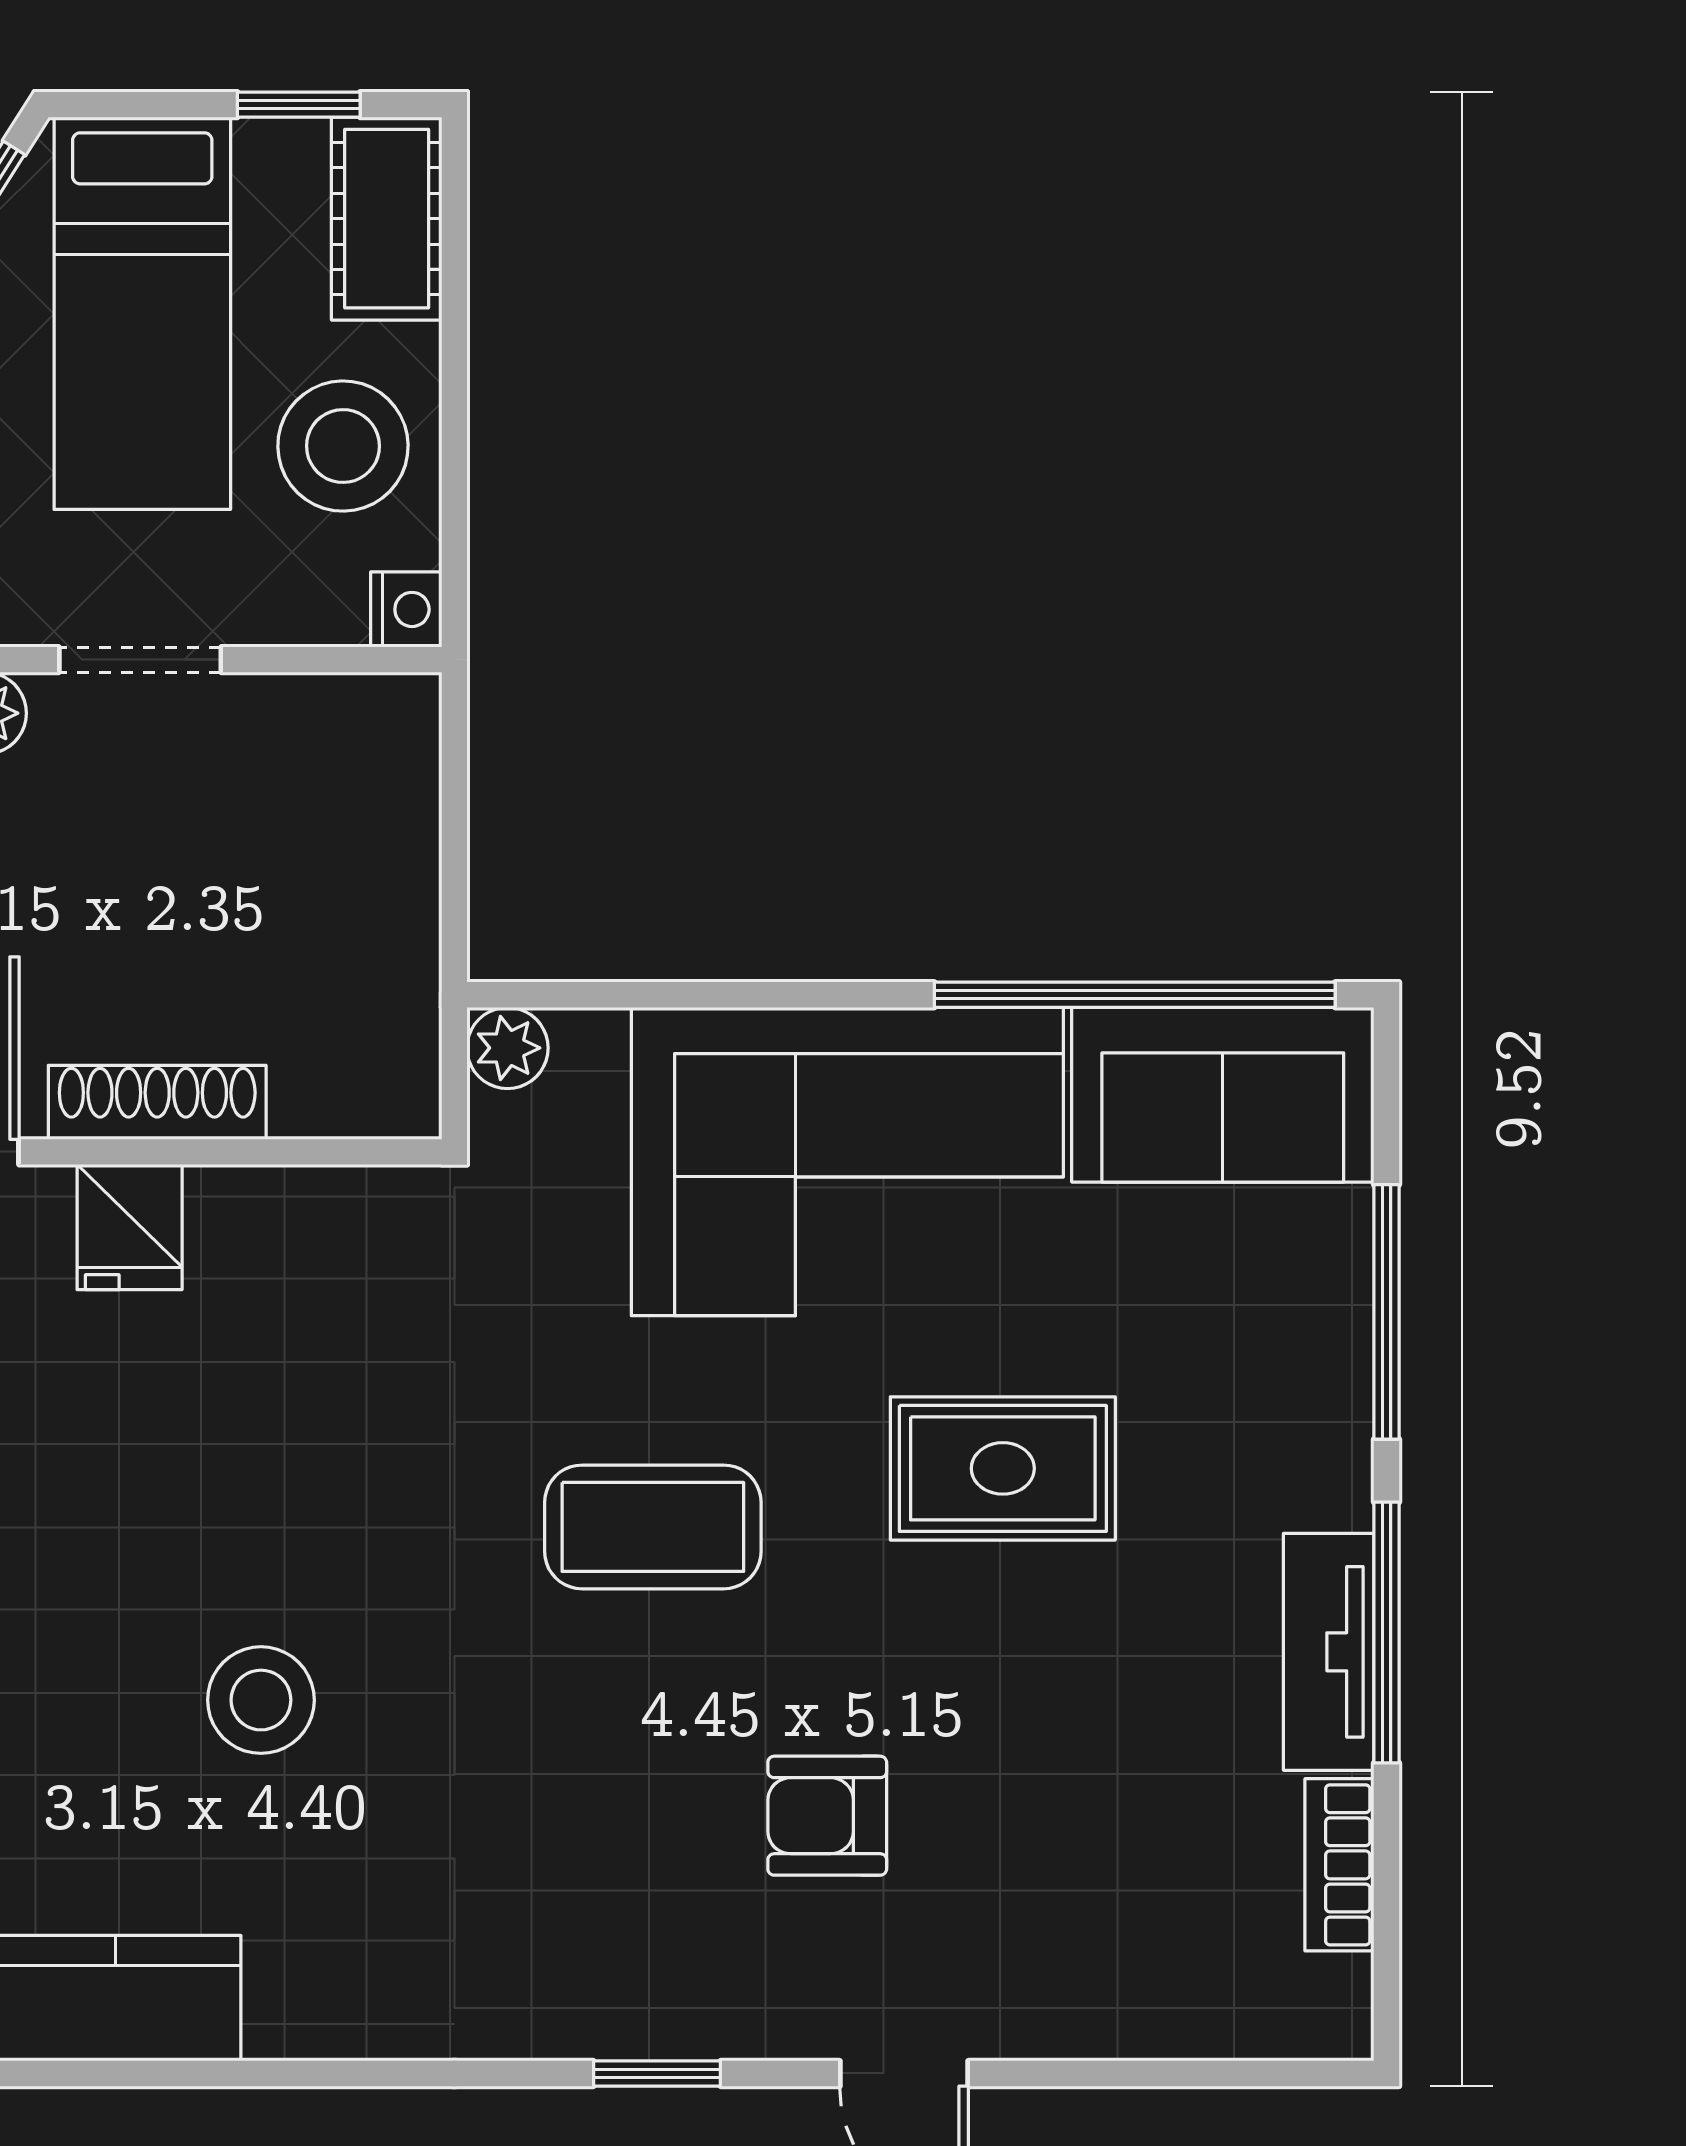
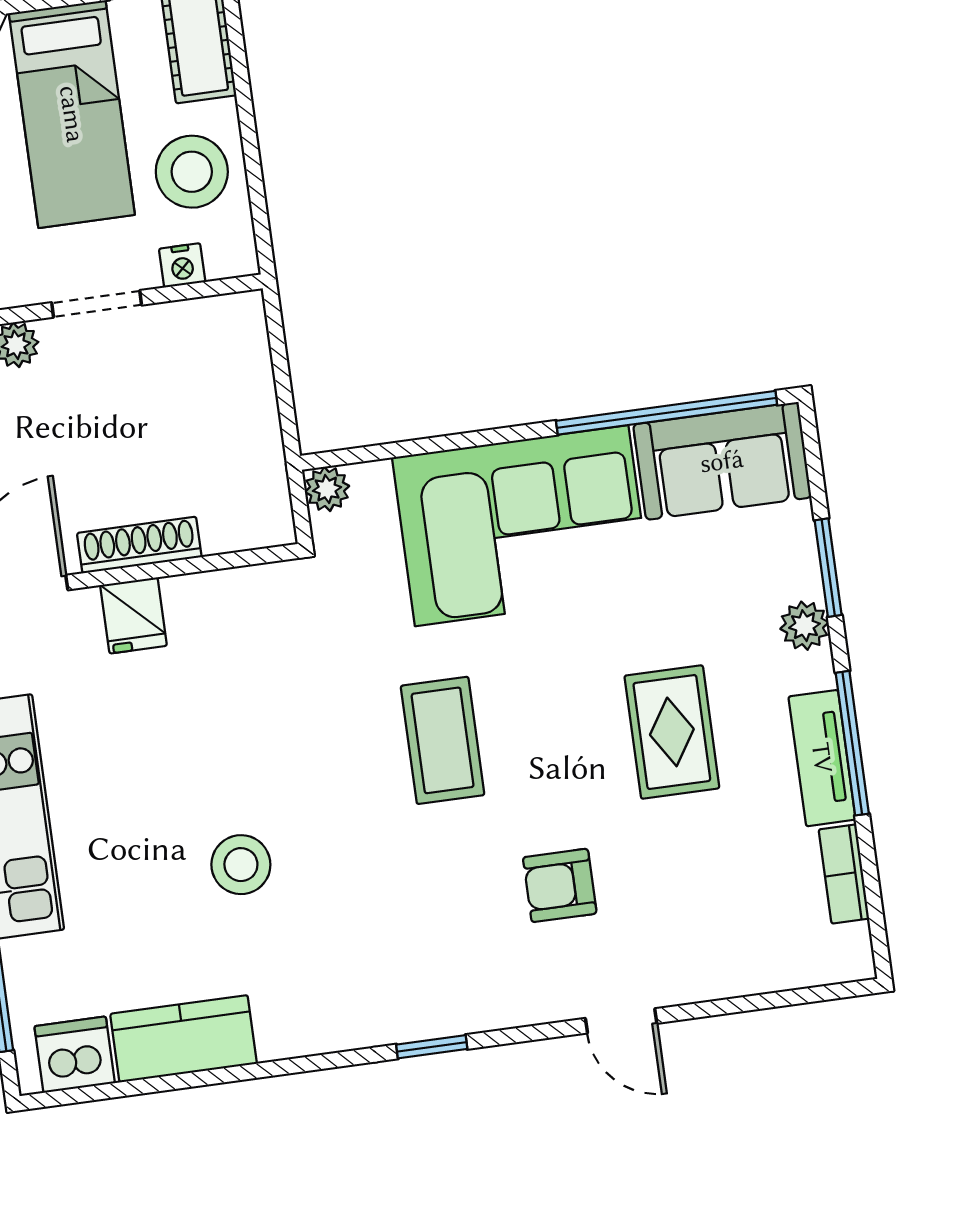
nightstand: (406, 609) -> (182, 265), moved, turned 90
window: (1386, 1312) -> (828, 568), width x0.69
plant: (1330, 1410) -> (804, 626), added
rug: (1003, 1468) -> (672, 732), moved, turned 90
coffee table: (653, 1527) -> (443, 740), turned 90
window: (657, 2073) -> (432, 1047), moved

